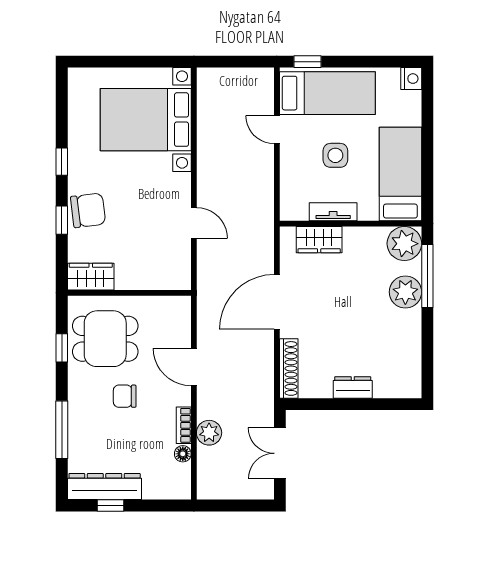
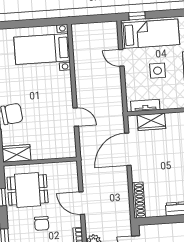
bed with nightstands: (146, 120) -> (42, 49), width x0.73
tv unit: (333, 212) -> (145, 105), moved
door: (277, 302) -> (128, 149), moved
chair: (125, 396) -> (42, 223), turned -90

